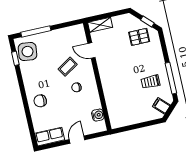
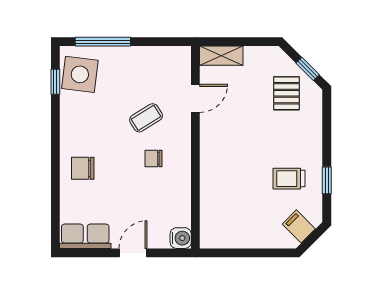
pallet: (139, 37) -> (287, 93), turned 90
door: (91, 50) -> (195, 98), swing flipped
window: (171, 78) -> (327, 180), width x0.46
water cooler: (98, 115) -> (181, 238), moved

